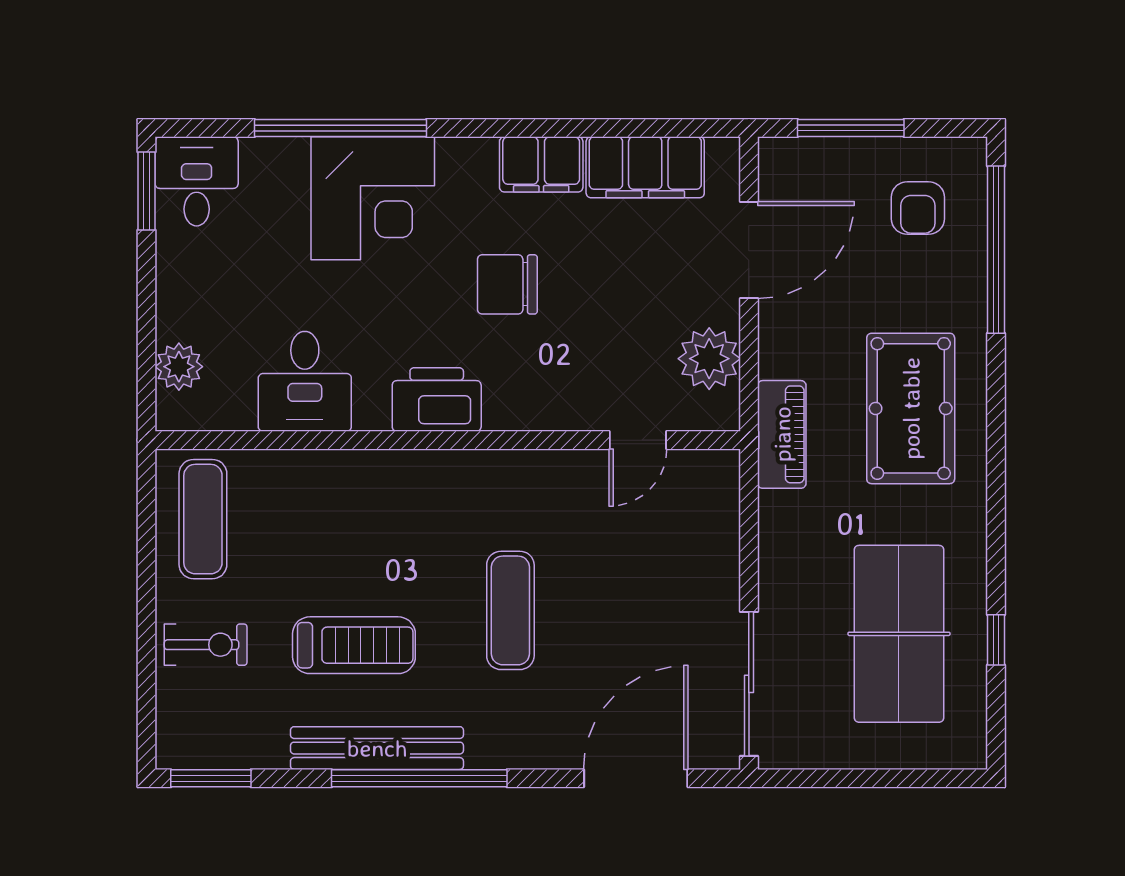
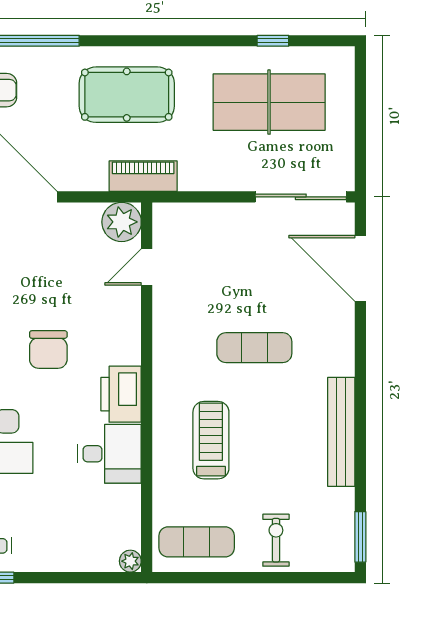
plant: (709, 359) -> (122, 222), moved
plant: (179, 367) -> (130, 561), moved, width x0.73, depth x0.73
desk: (305, 381) -> (110, 454), moved
door: (638, 440) -> (147, 267), swing flipped
treadmill: (354, 645) -> (211, 440), moved
window: (419, 778) -> (360, 405), removed

